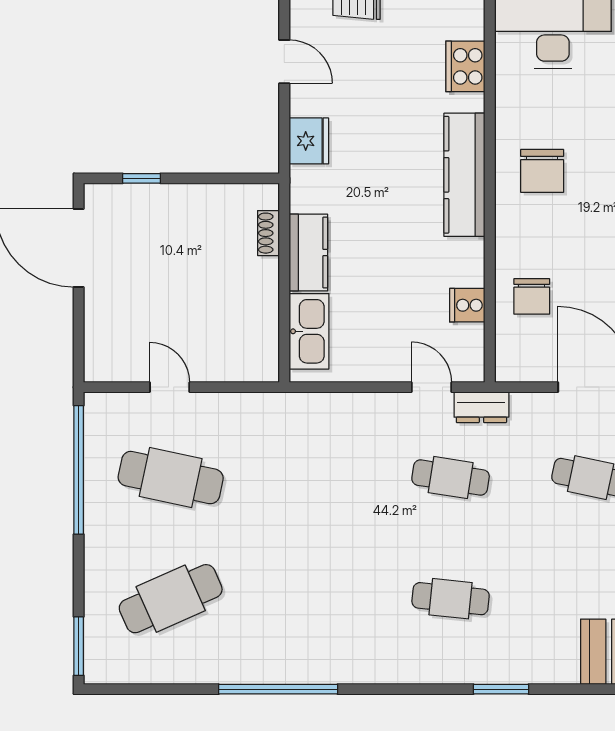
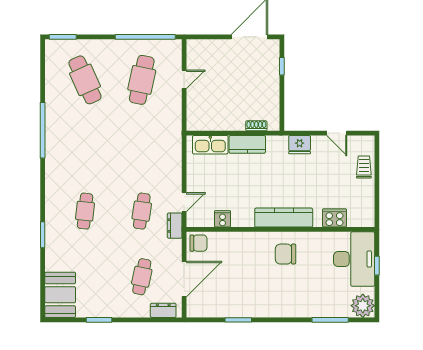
door: (284, 62) -> (337, 133), hinge flipped
chair: (532, 296) -> (199, 243), moved, turned 180

